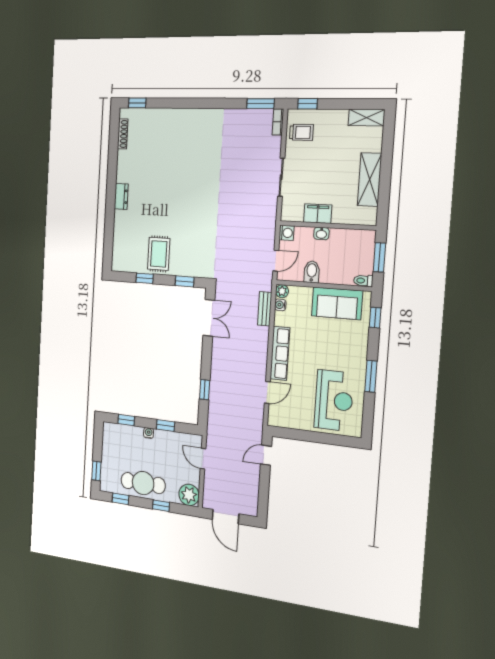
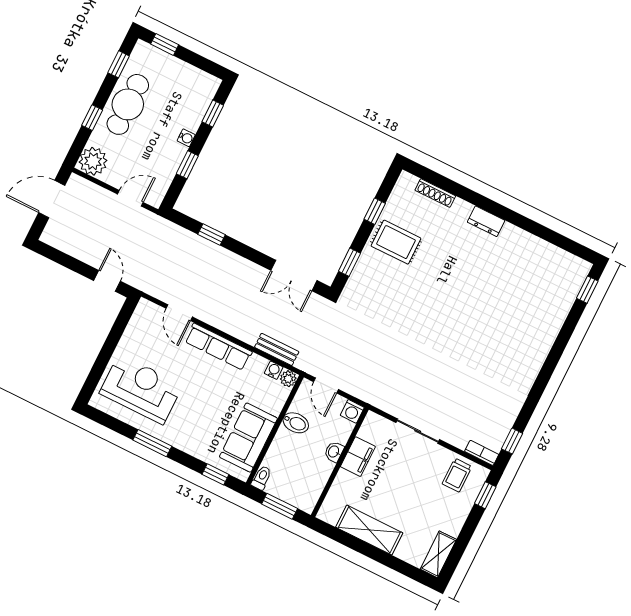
window: (260, 104) -> (512, 441), width x0.67
shoe rack: (123, 134) -> (435, 193), moved
reception desk: (334, 400) -> (141, 389), turned 180

